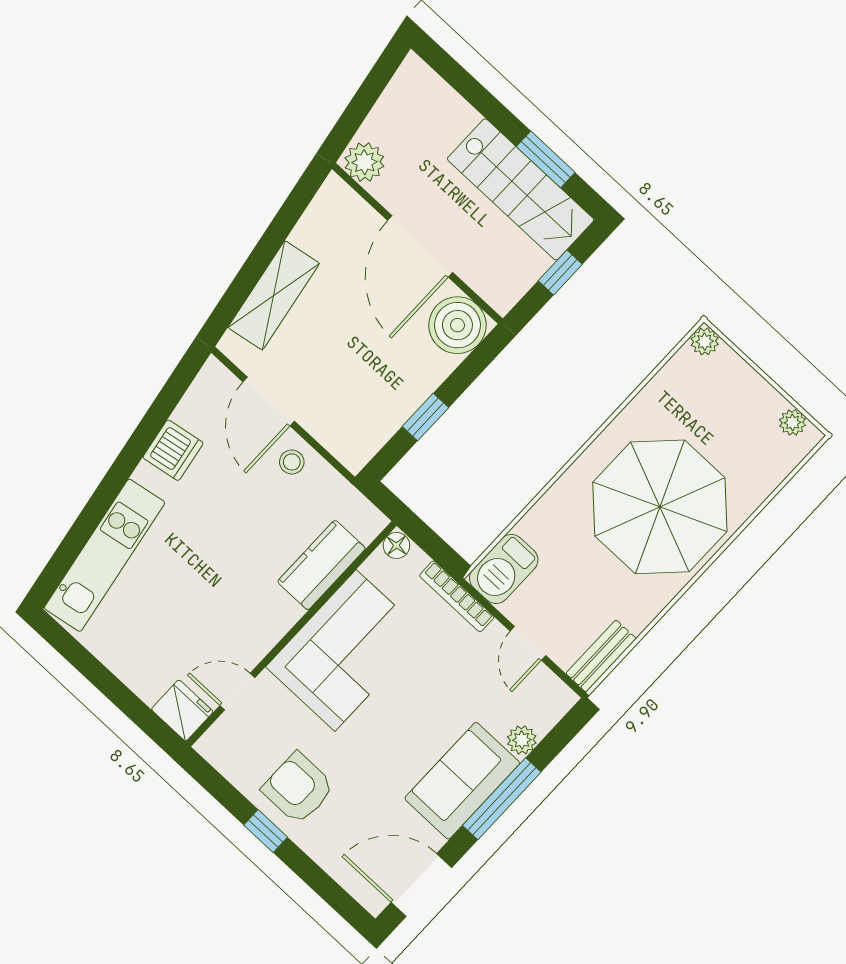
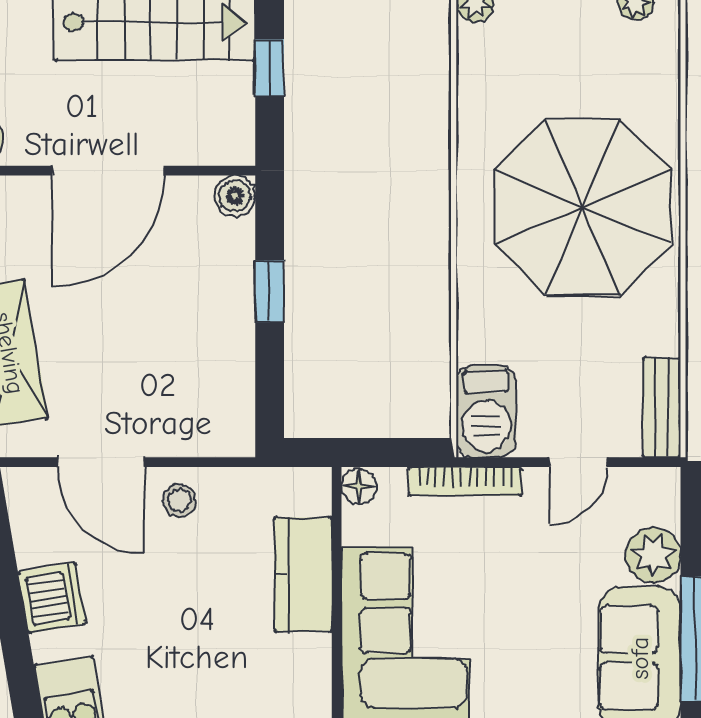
door: (420, 246) -> (108, 171), hinge flipped
boiler: (457, 325) -> (235, 196), width x0.54, depth x0.54
window: (425, 417) -> (270, 291), moved
door: (528, 643) -> (578, 462), hinge flipped
plant: (522, 740) -> (653, 555), width x1.38, depth x1.38

